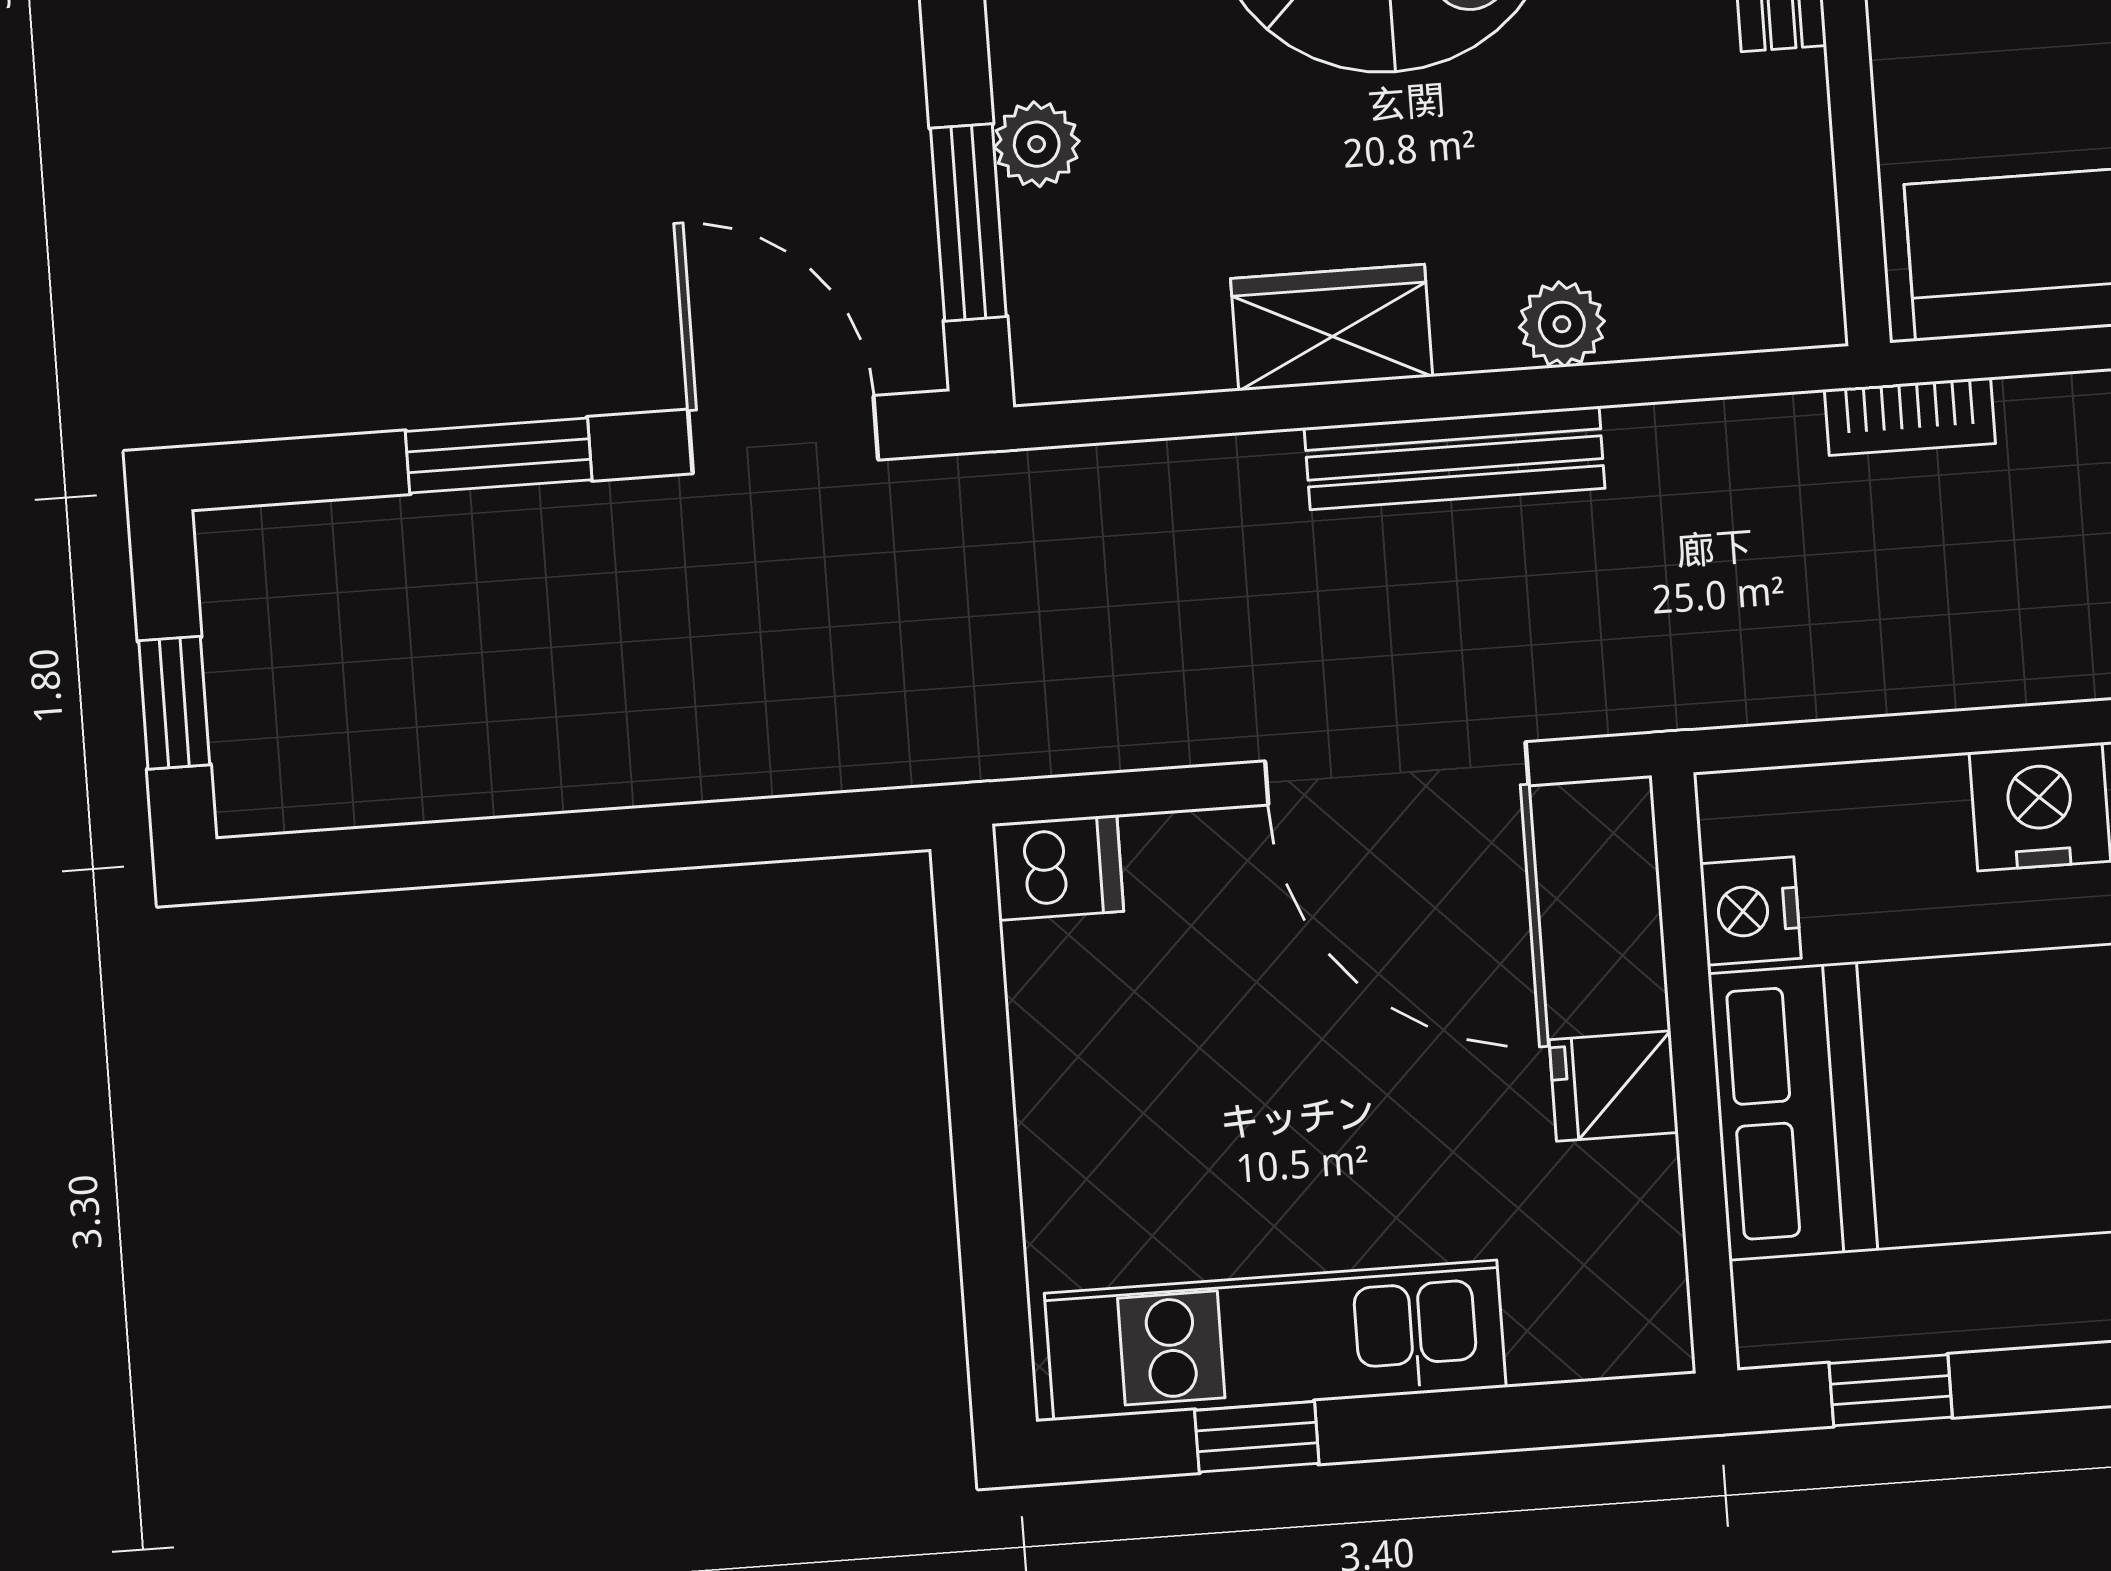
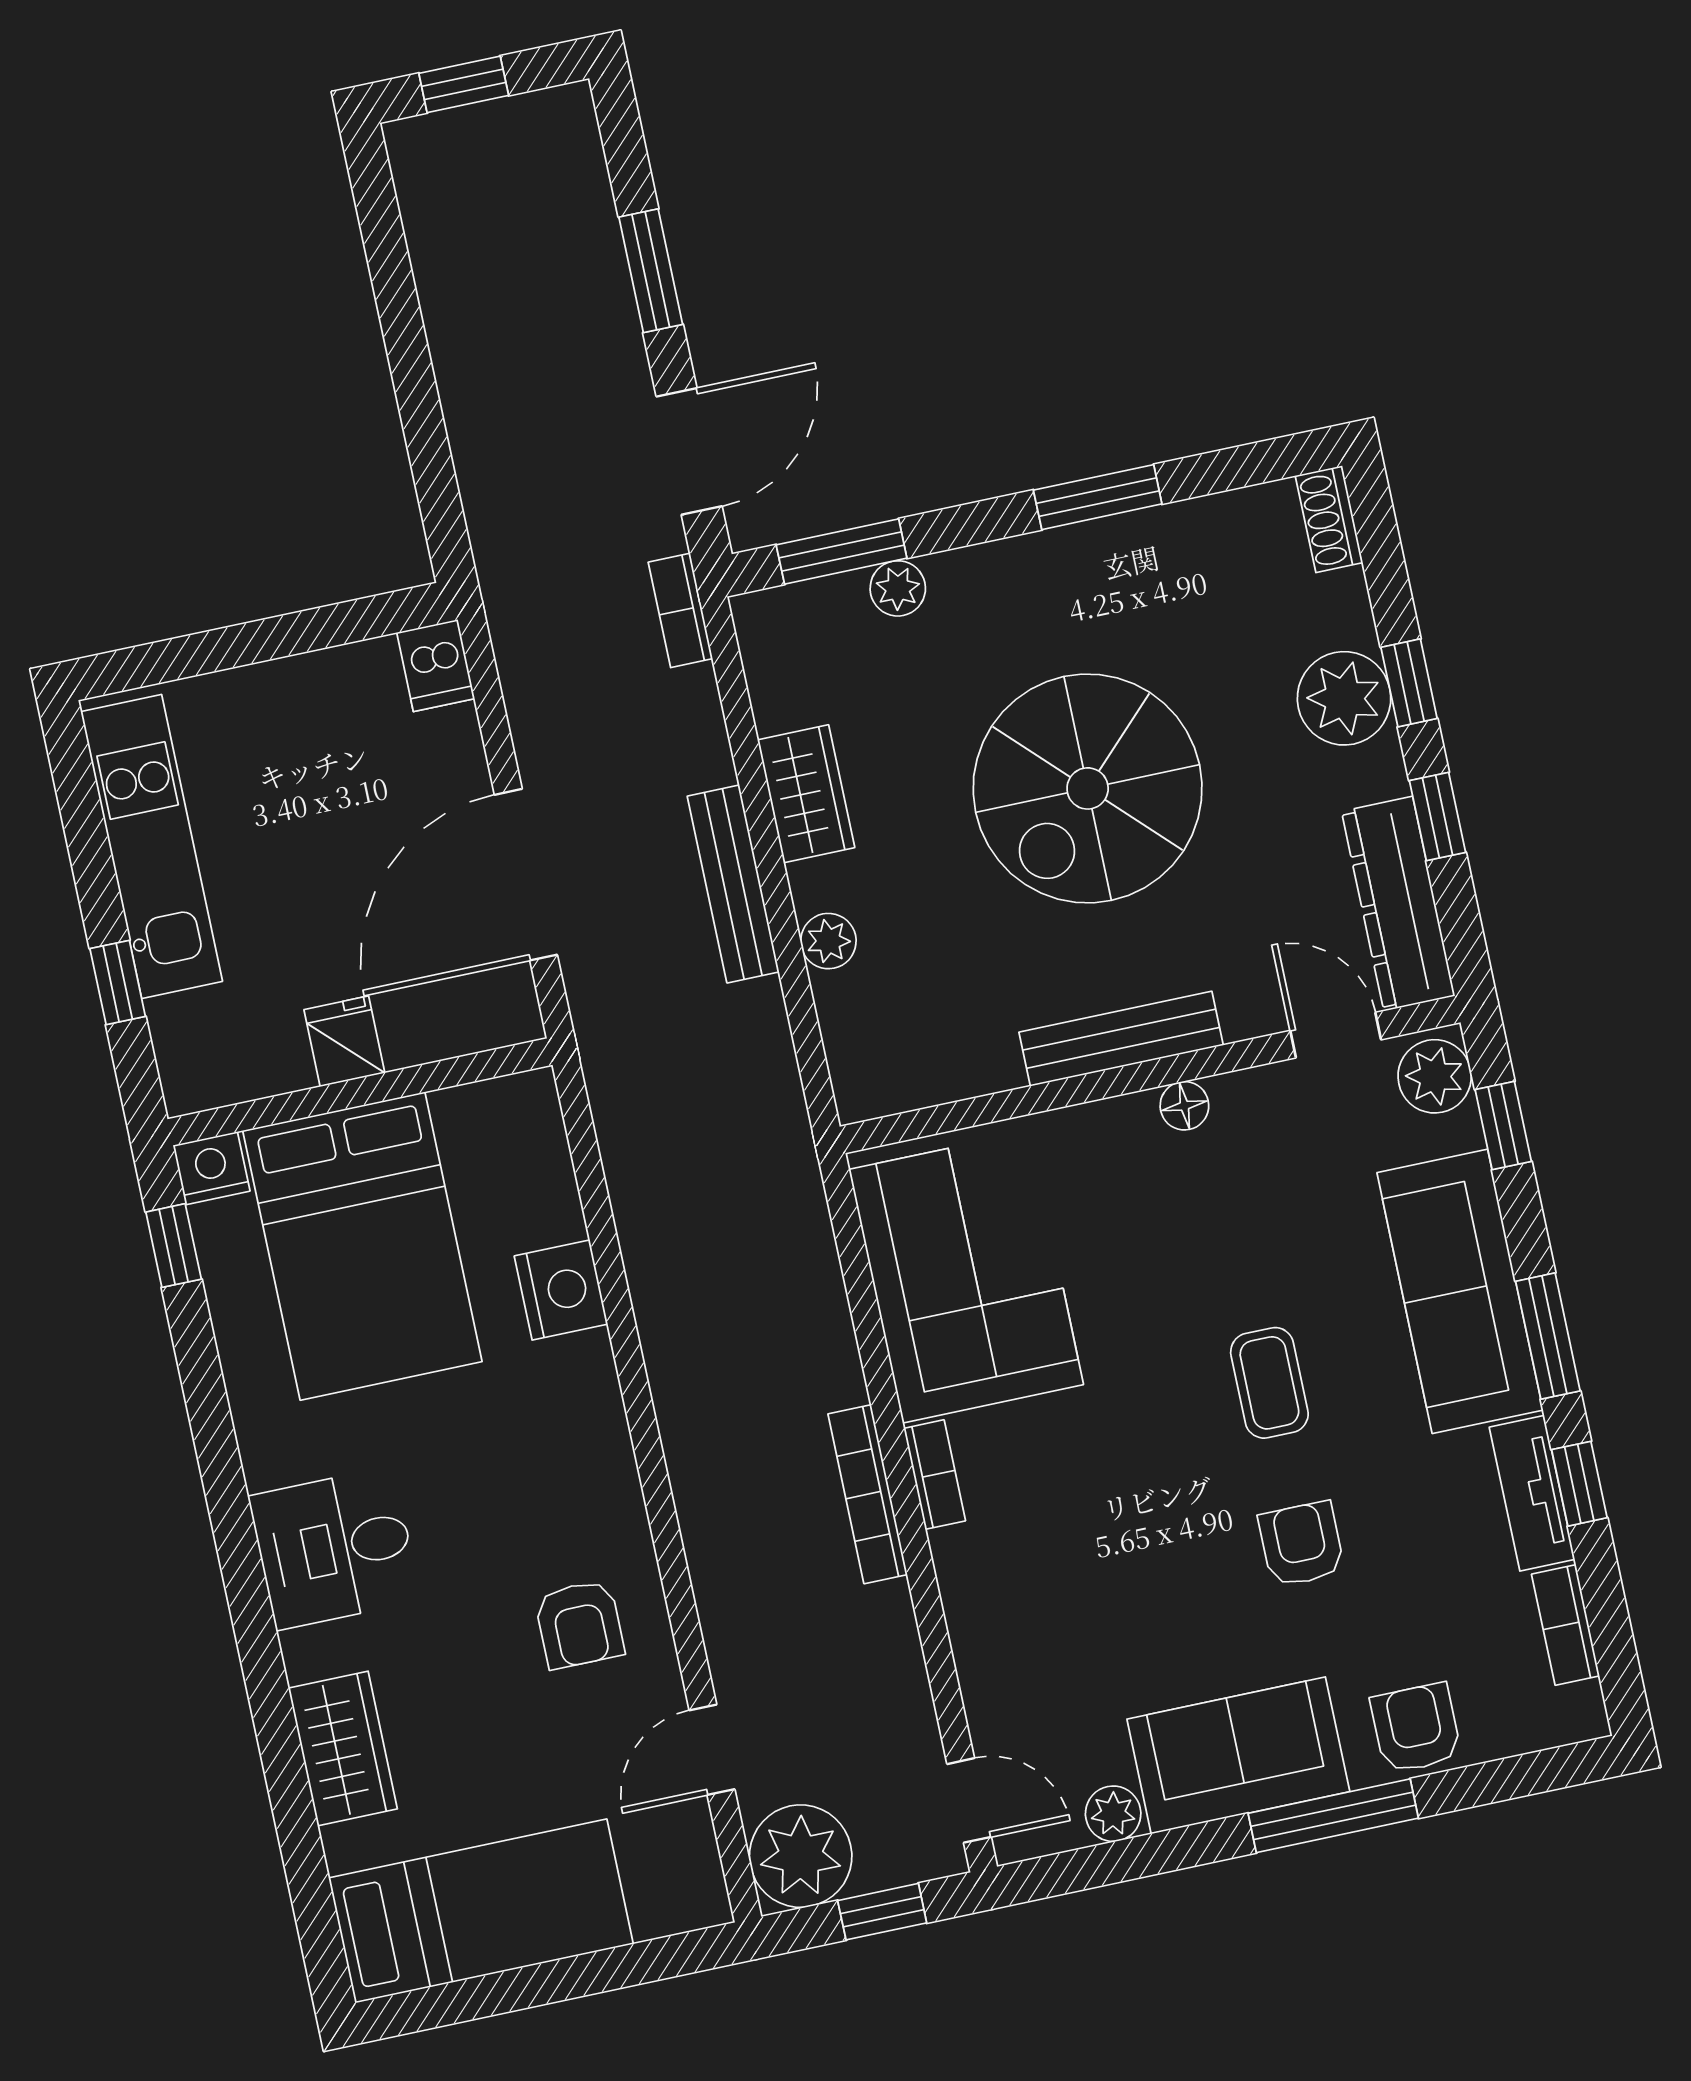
bookcase: (1910, 416) -> (680, 610), moved
nightstand: (1750, 911) -> (211, 1168), moved
window: (1257, 1437) -> (118, 983), moved

